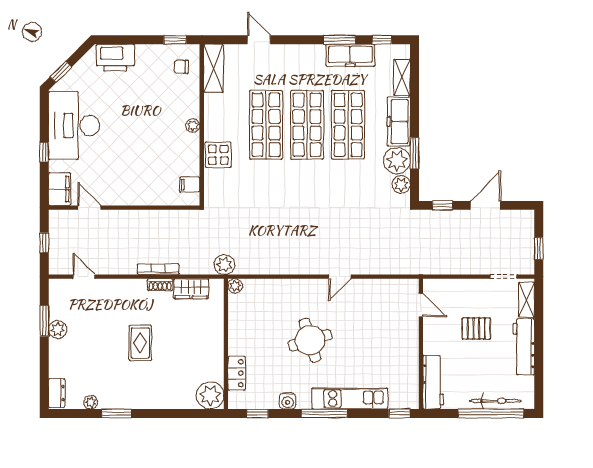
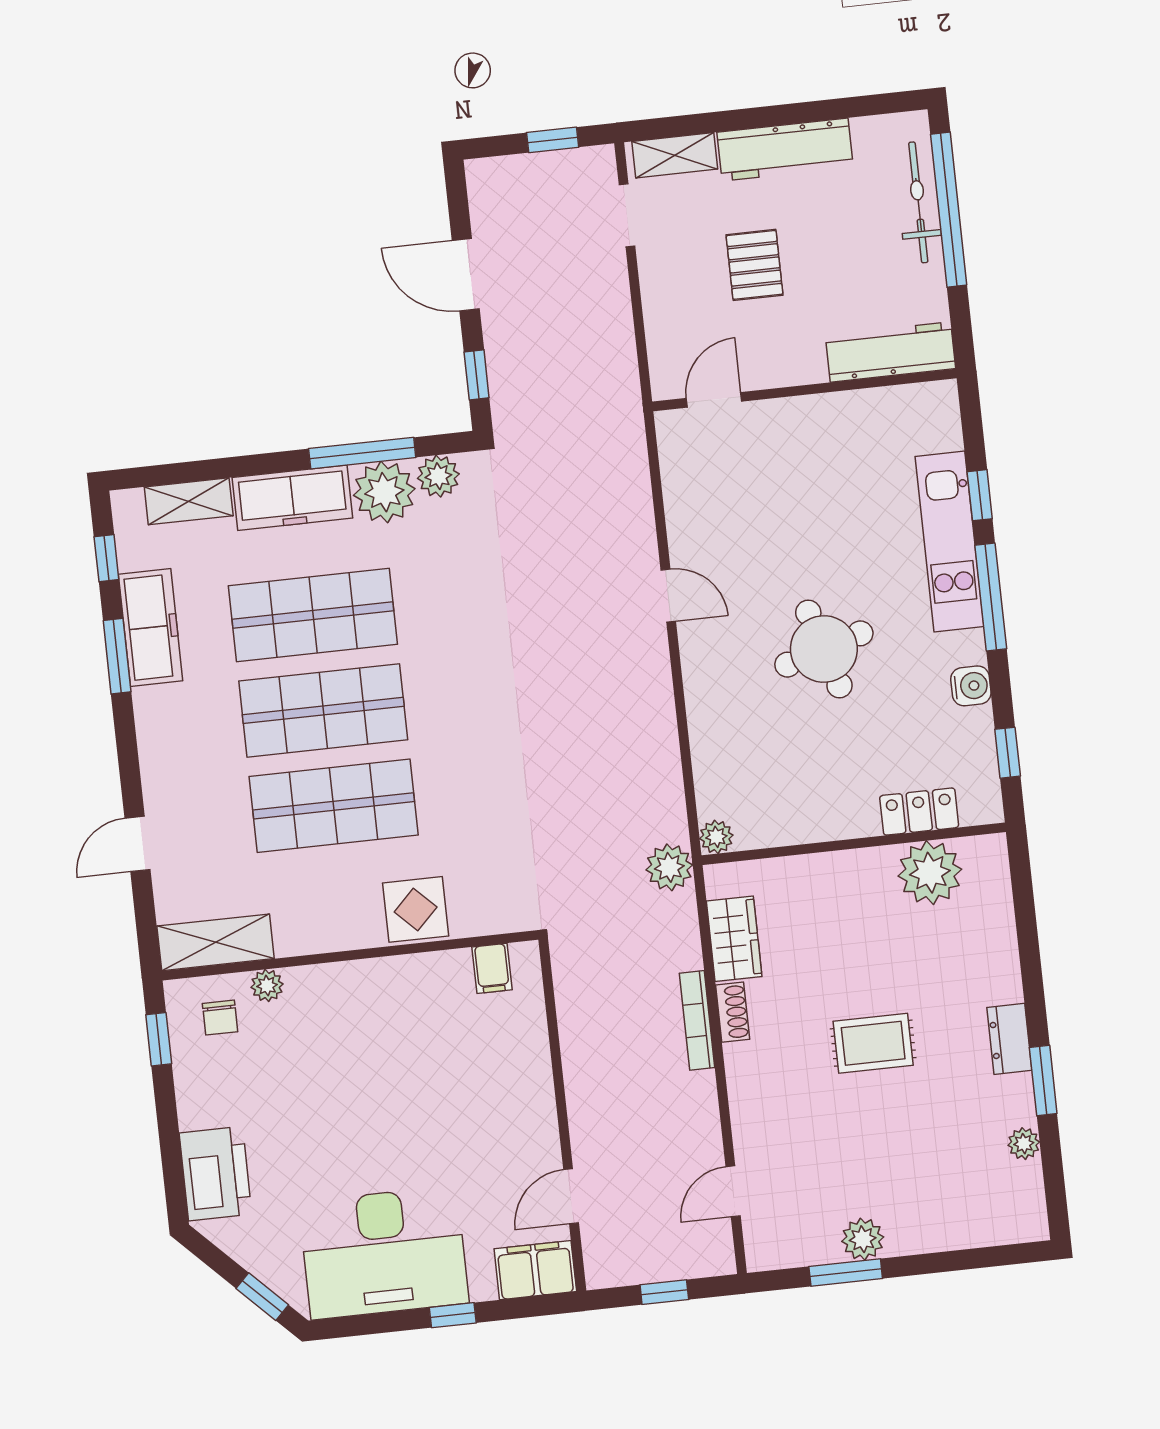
plant: (193, 126) -> (267, 986), moved
window: (415, 153) -> (362, 453), width x1.44
dresser: (57, 393) -> (1009, 1039), moved, turned -90
plant: (210, 395) -> (930, 873), moved
window: (399, 413) -> (980, 495), moved

